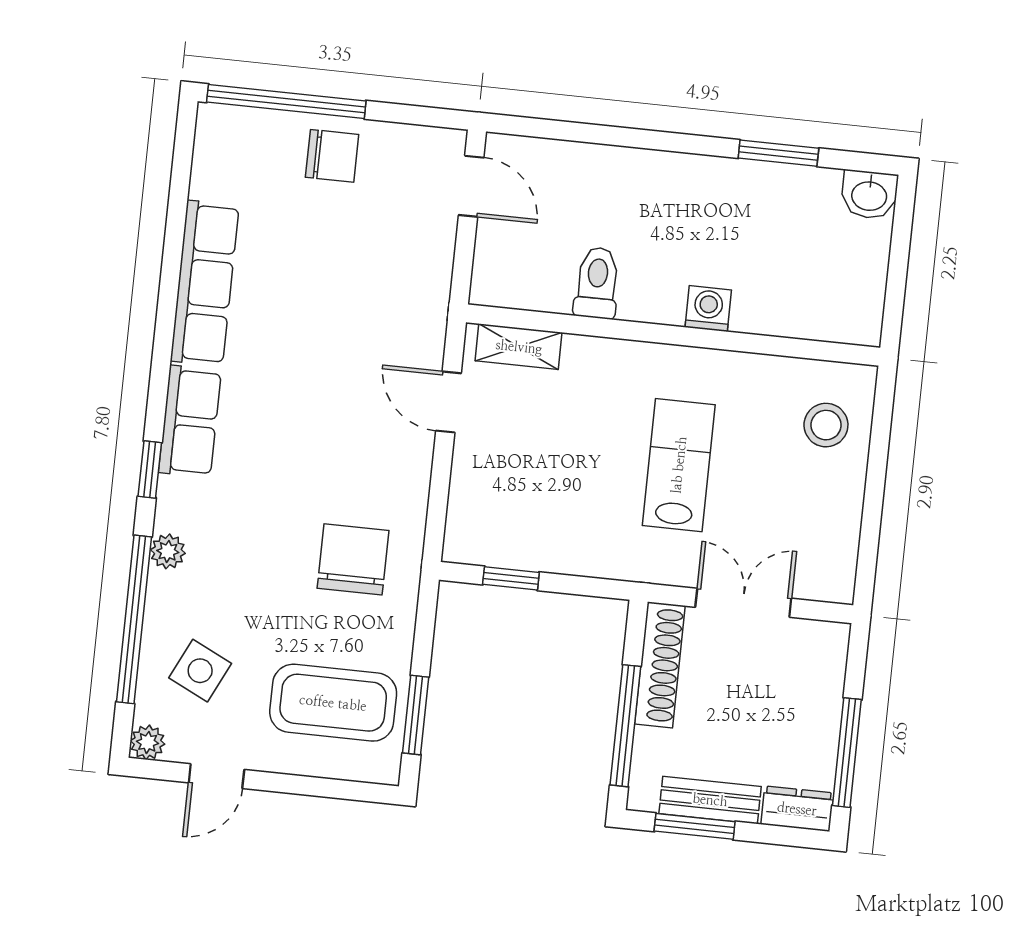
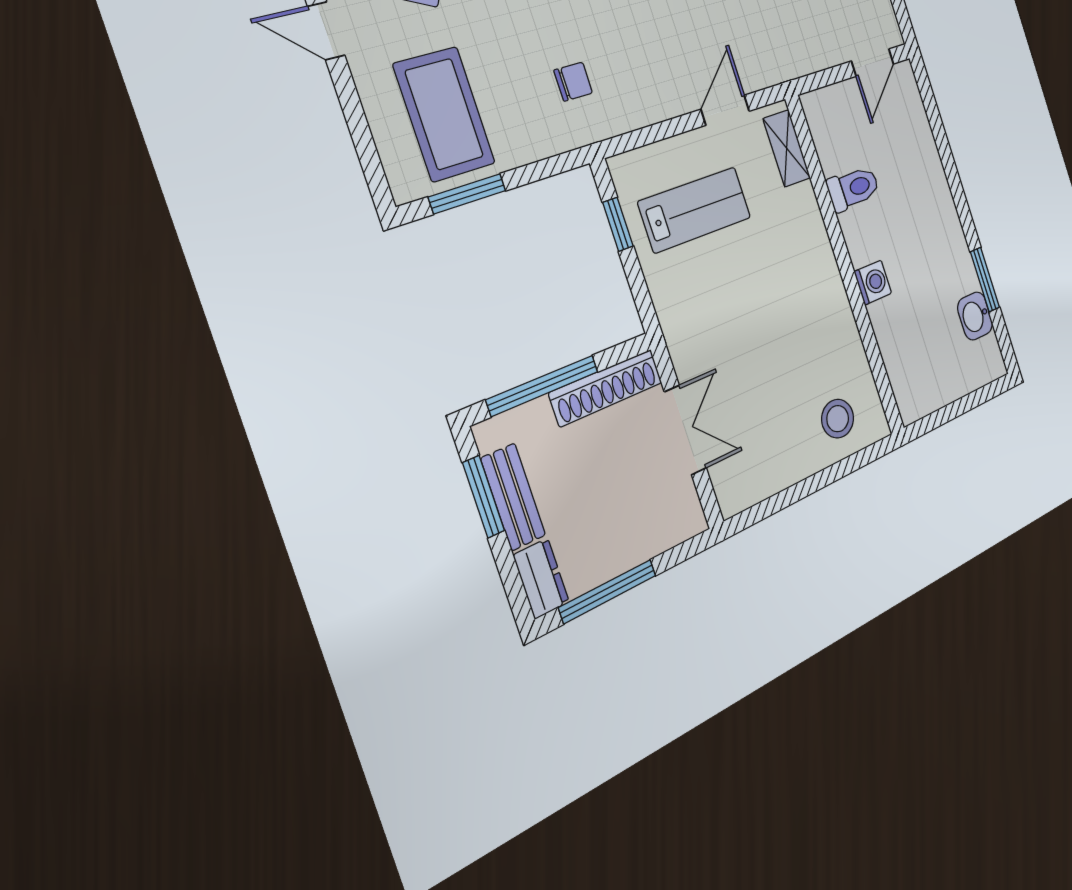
washbasin: (869, 195) -> (975, 316), moved
lab bench: (679, 465) -> (695, 210), moved
chair: (353, 559) -> (573, 82), width x0.54, depth x0.54

